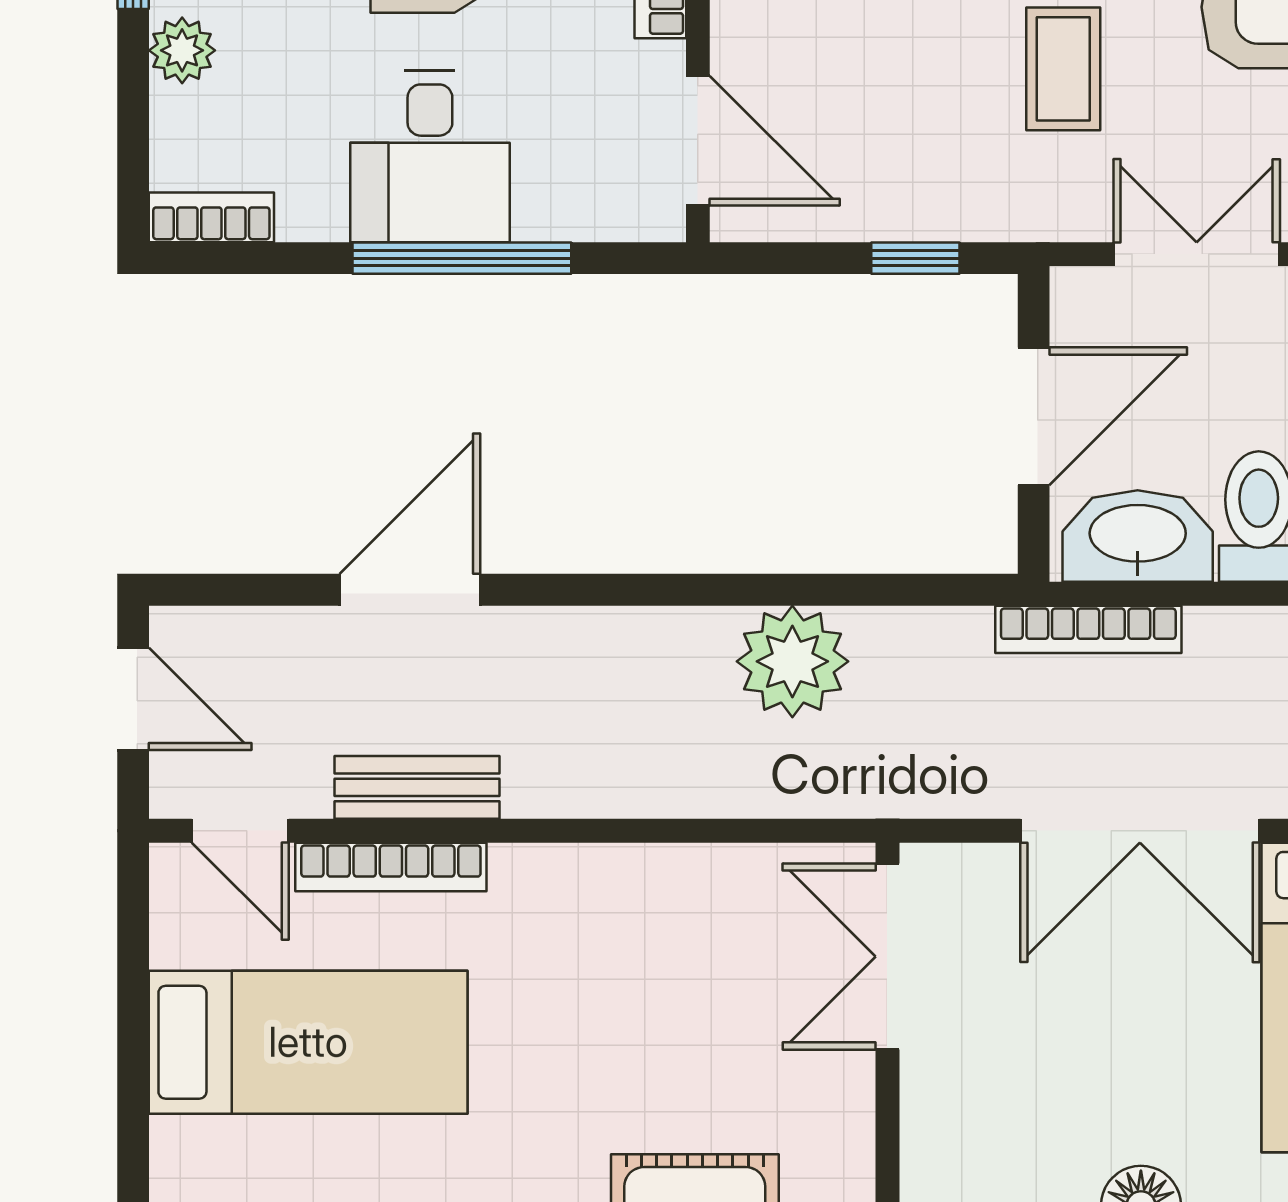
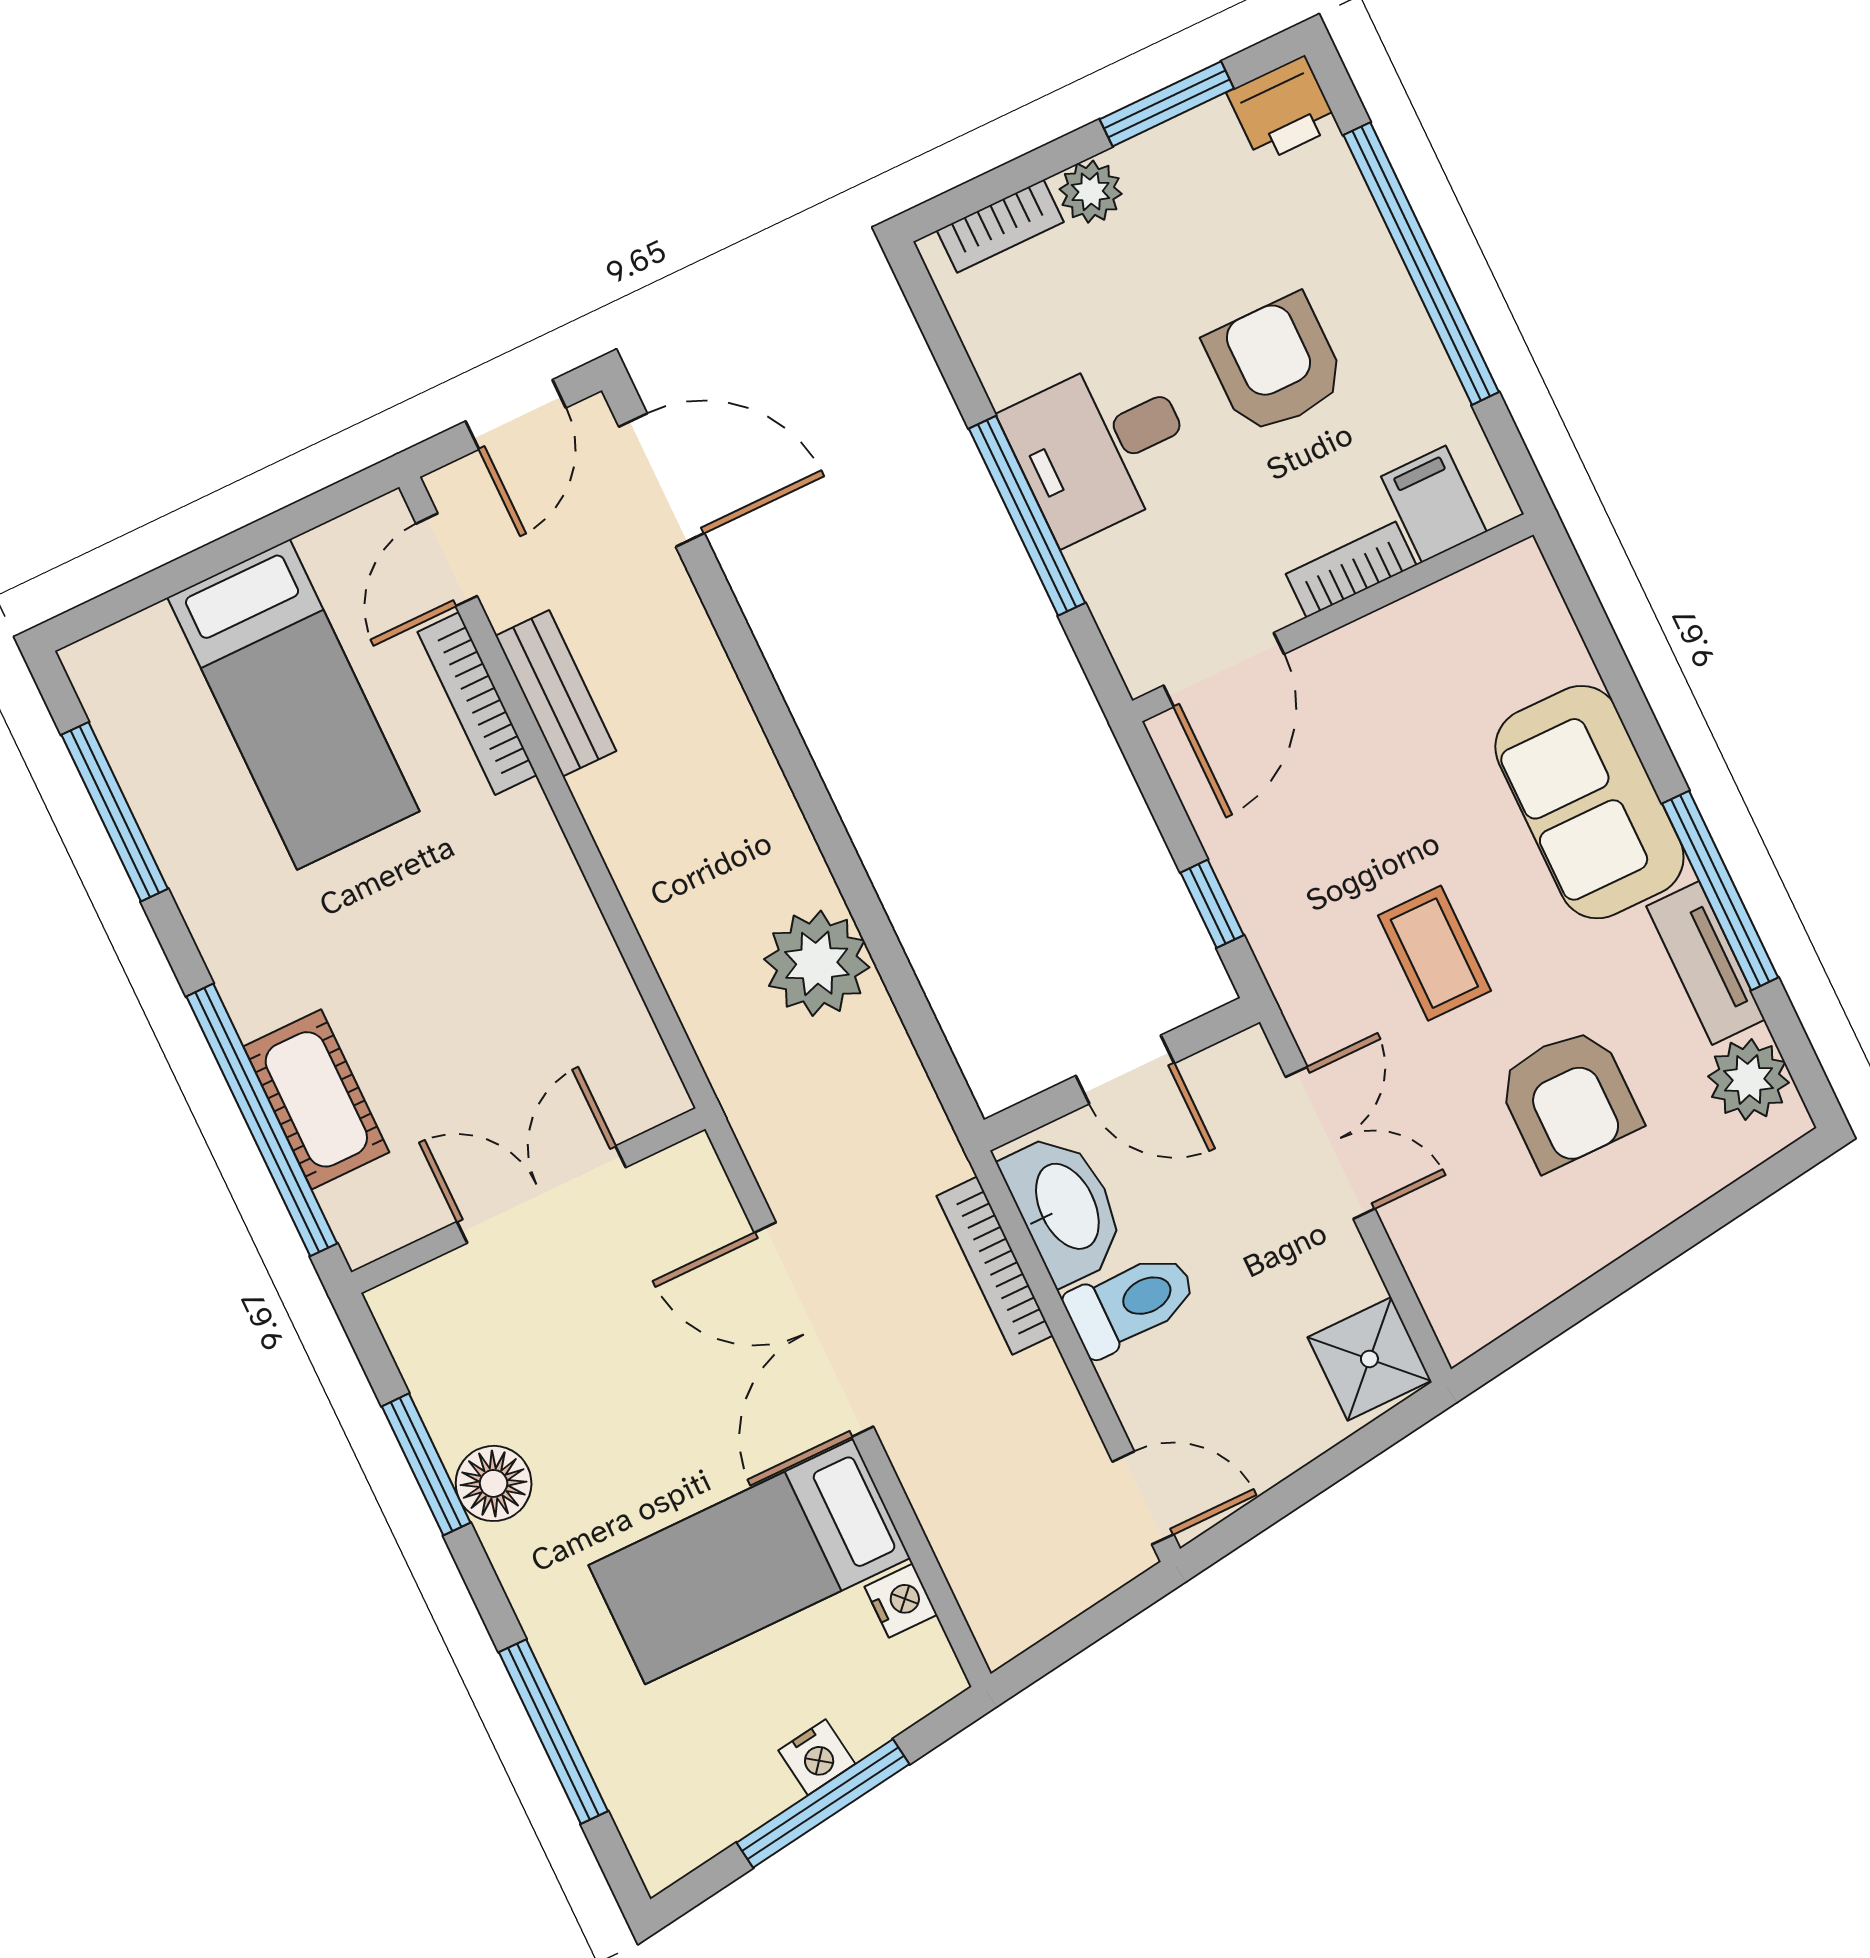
coffee table: (1063, 69) -> (1434, 953), turned 90
bookcase: (211, 217) -> (1000, 226), moved, turned 90
door: (1034, 416) -> (1125, 1070), width x0.73
door: (410, 590) -> (662, 480), moved
bookcase: (1088, 629) -> (995, 1266), moved
double door: (887, 957) -> (541, 1194), moved

